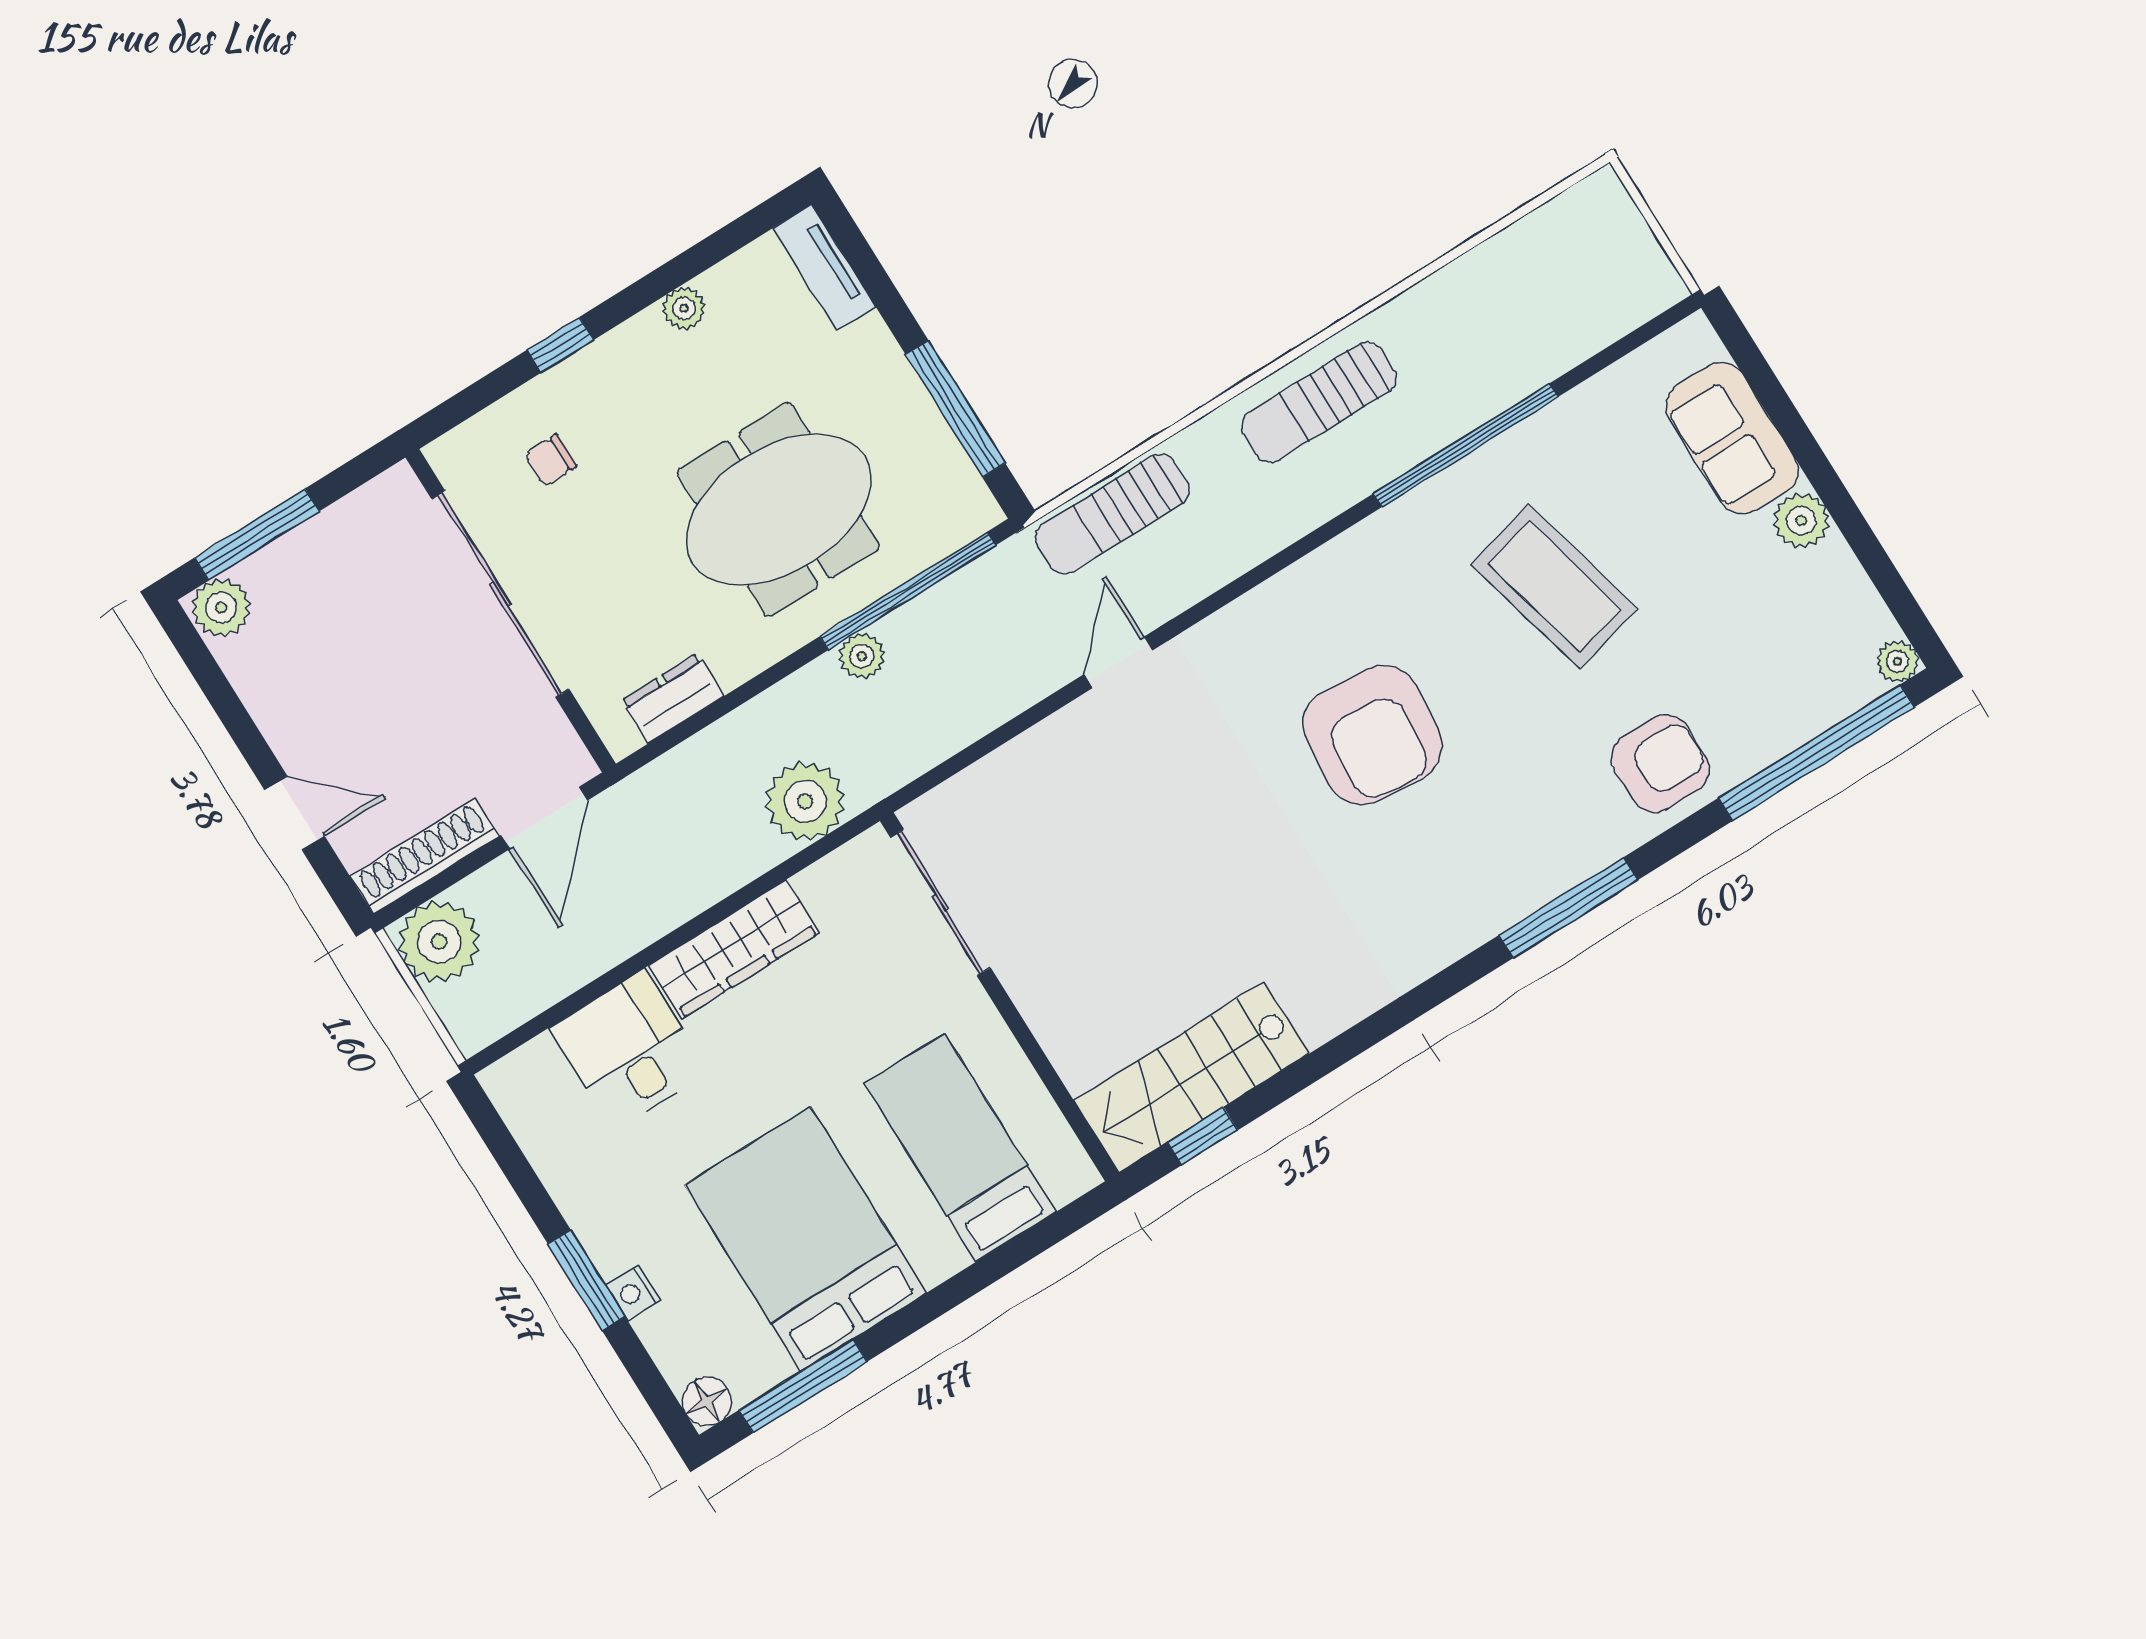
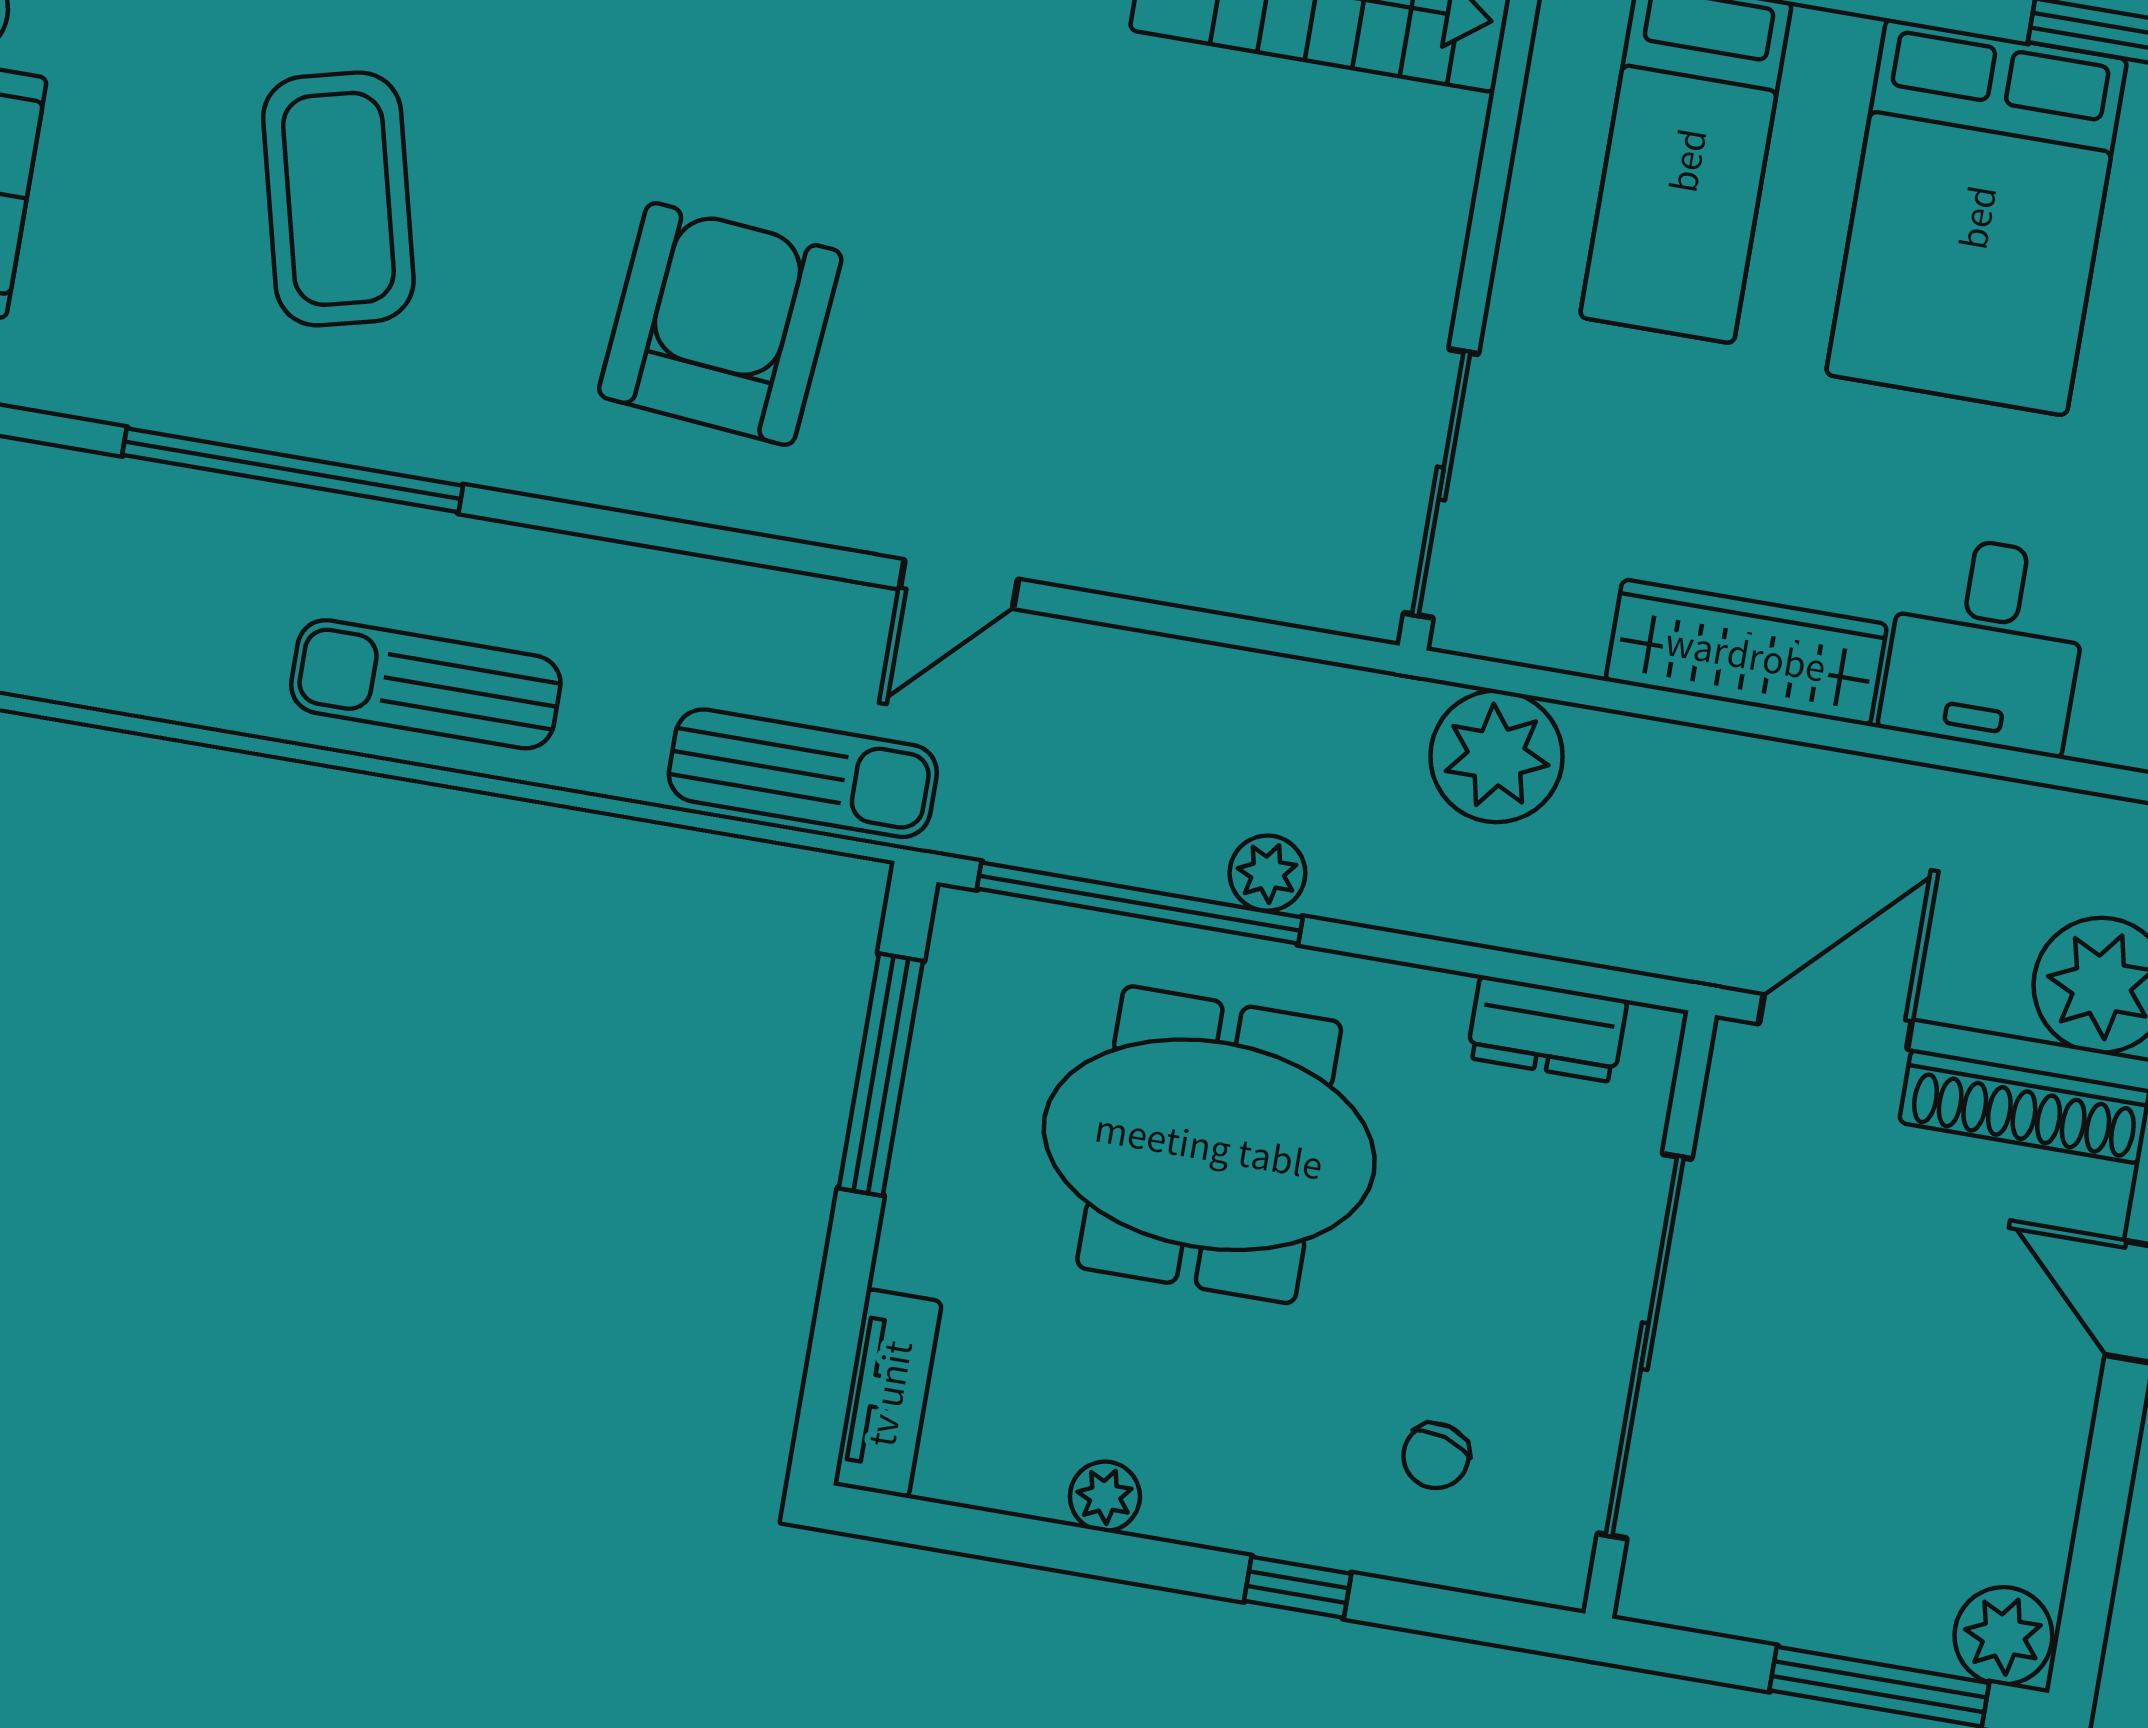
sun lounger: (1319, 402) -> (426, 684), turned 180
chair: (551, 460) -> (1436, 1456), turned 106
armchair: (1372, 735) -> (720, 324), moved

